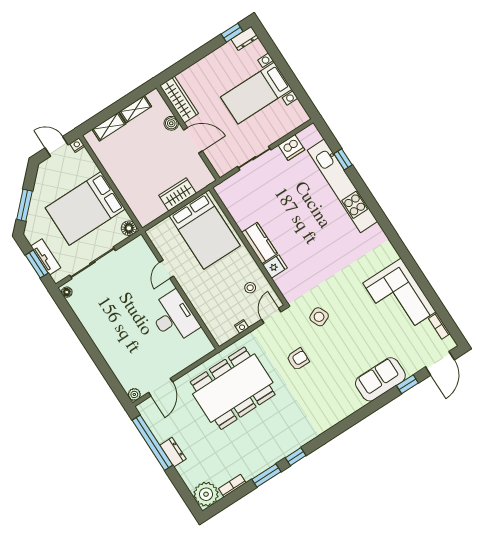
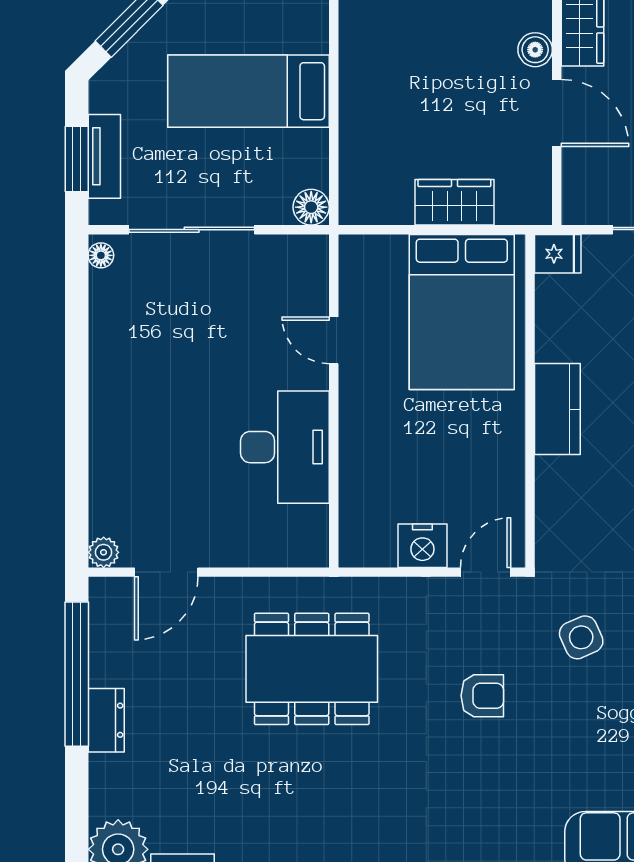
bed: (85, 208) -> (248, 91), width x0.67
fridge: (275, 266) -> (558, 254), moved
door: (167, 269) -> (334, 340), hinge flipped
stool: (250, 288) -> (479, 488), removed
nightstand: (242, 327) -> (422, 546), width x1.89, depth x1.79
dining table: (233, 388) -> (312, 669), width x0.73, depth x0.80

